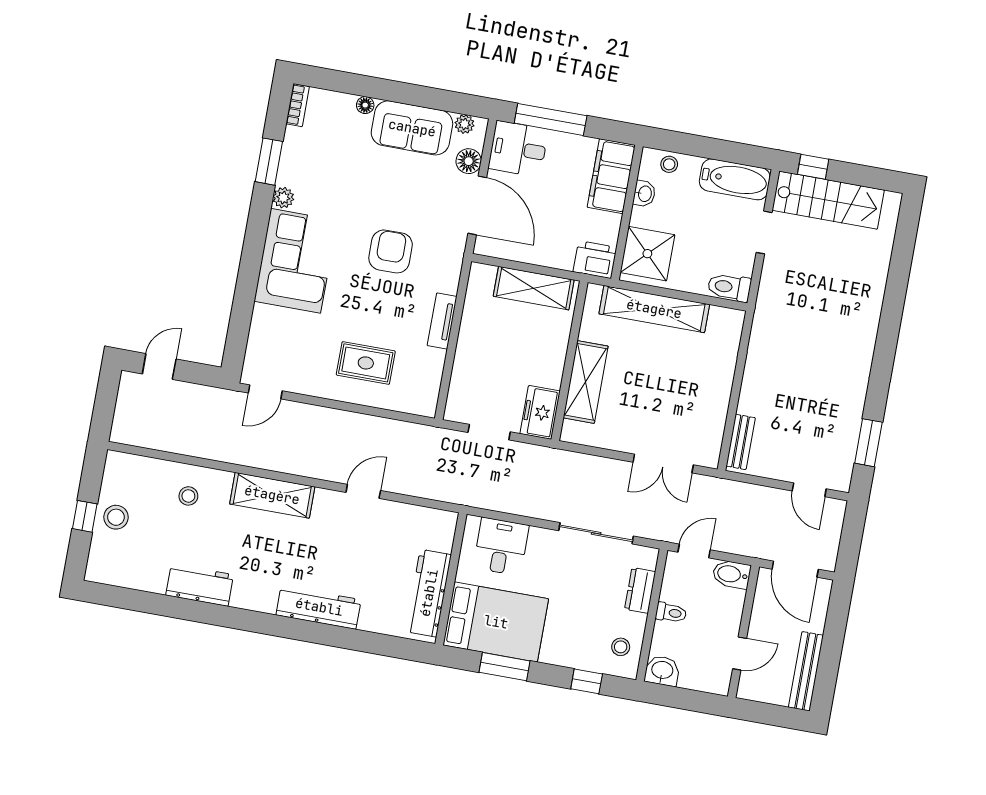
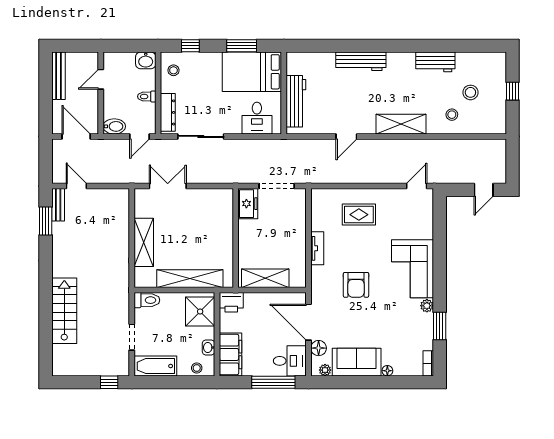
stairs: (828, 200) -> (64, 311), moved, turned 90
shelving: (586, 382) -> (144, 242), moved
doorway: (489, 432) -> (277, 186), width x1.38
bench: (741, 442) -> (58, 205), moved
stool: (116, 517) -> (470, 92), moved
dresser: (640, 590) -> (168, 112), width x1.44
workbench: (429, 593) -> (296, 101), moved

